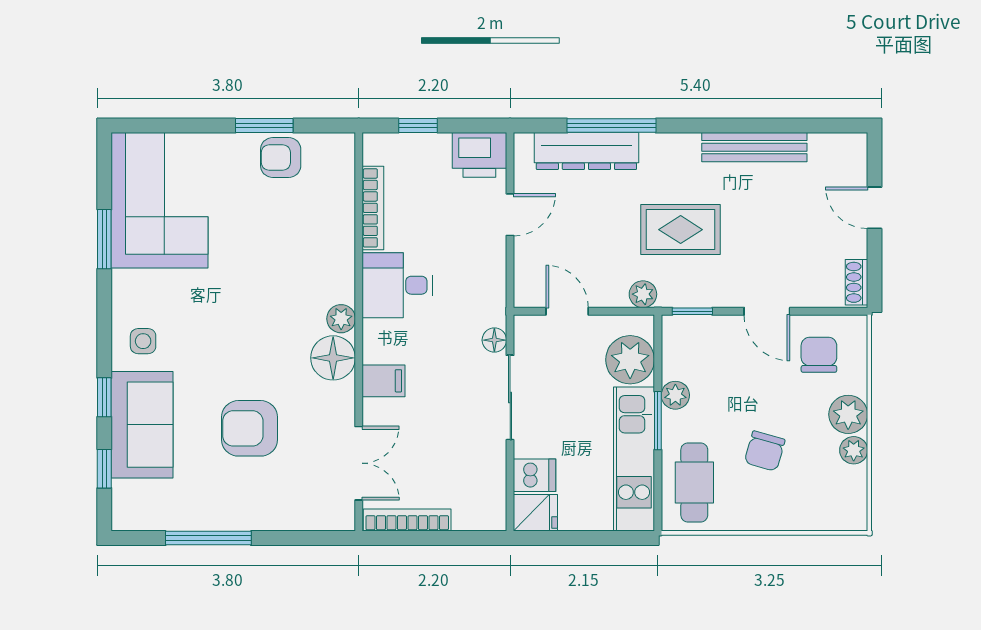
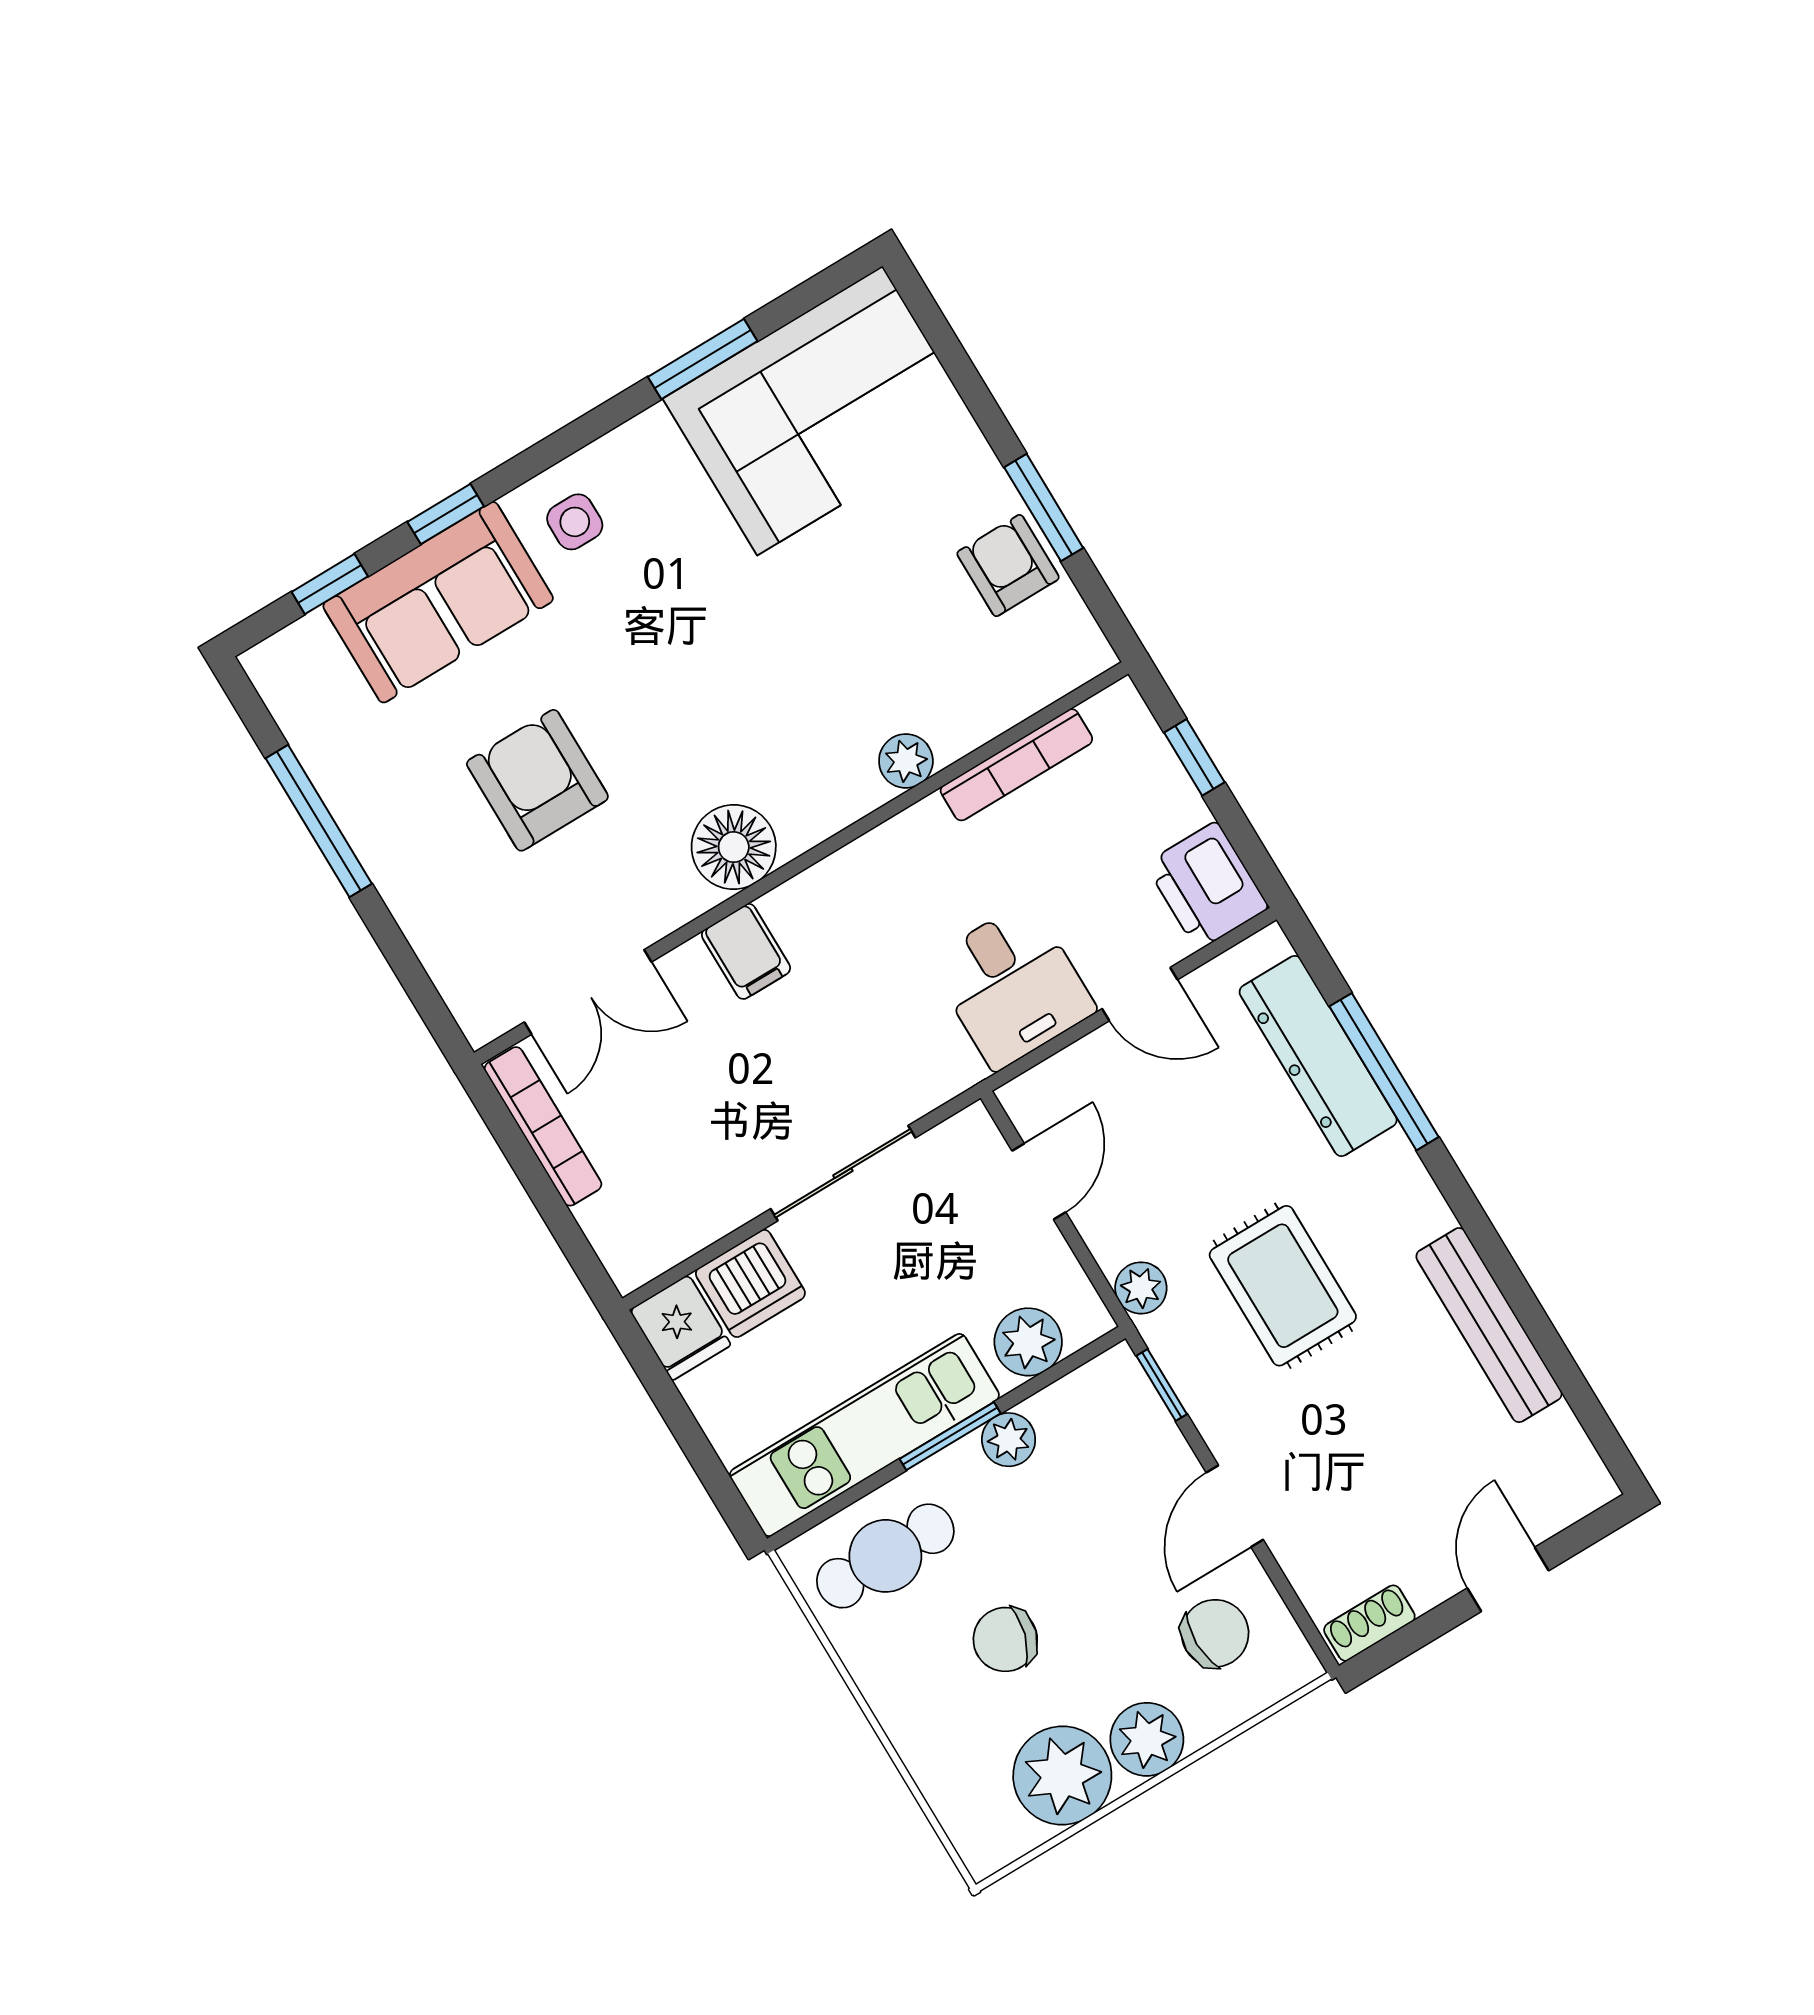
desk: (397, 285) -> (1012, 985), moved, turned 180
plant: (341, 319) -> (906, 761), moved
floor lamp: (494, 340) -> (921, 1092), removed
plant: (630, 360) -> (1028, 1342), width x0.73, depth x0.73
plant: (854, 450) -> (1062, 1775), width x1.87, depth x1.87
dishwasher: (535, 475) -> (750, 1283), width x1.38

